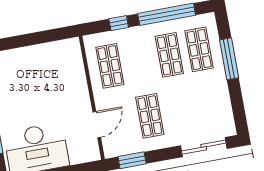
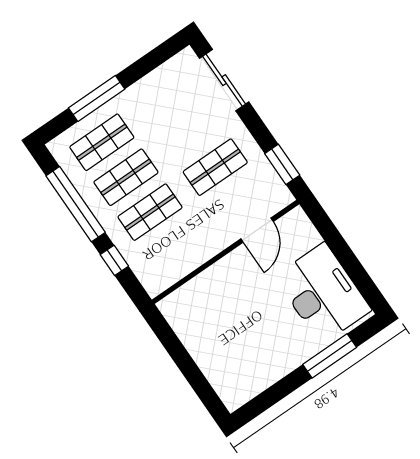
shop shelf: (110, 66) -> (150, 212), moved
door: (97, 125) -> (257, 230), swing flipped

